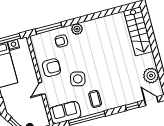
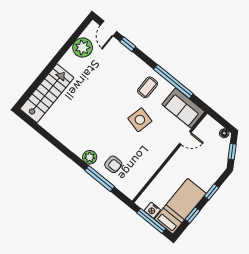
window: (49, 28) -> (100, 179), moved
armchair: (51, 68) -> (148, 155), removed
door: (42, 88) -> (185, 138), moved

